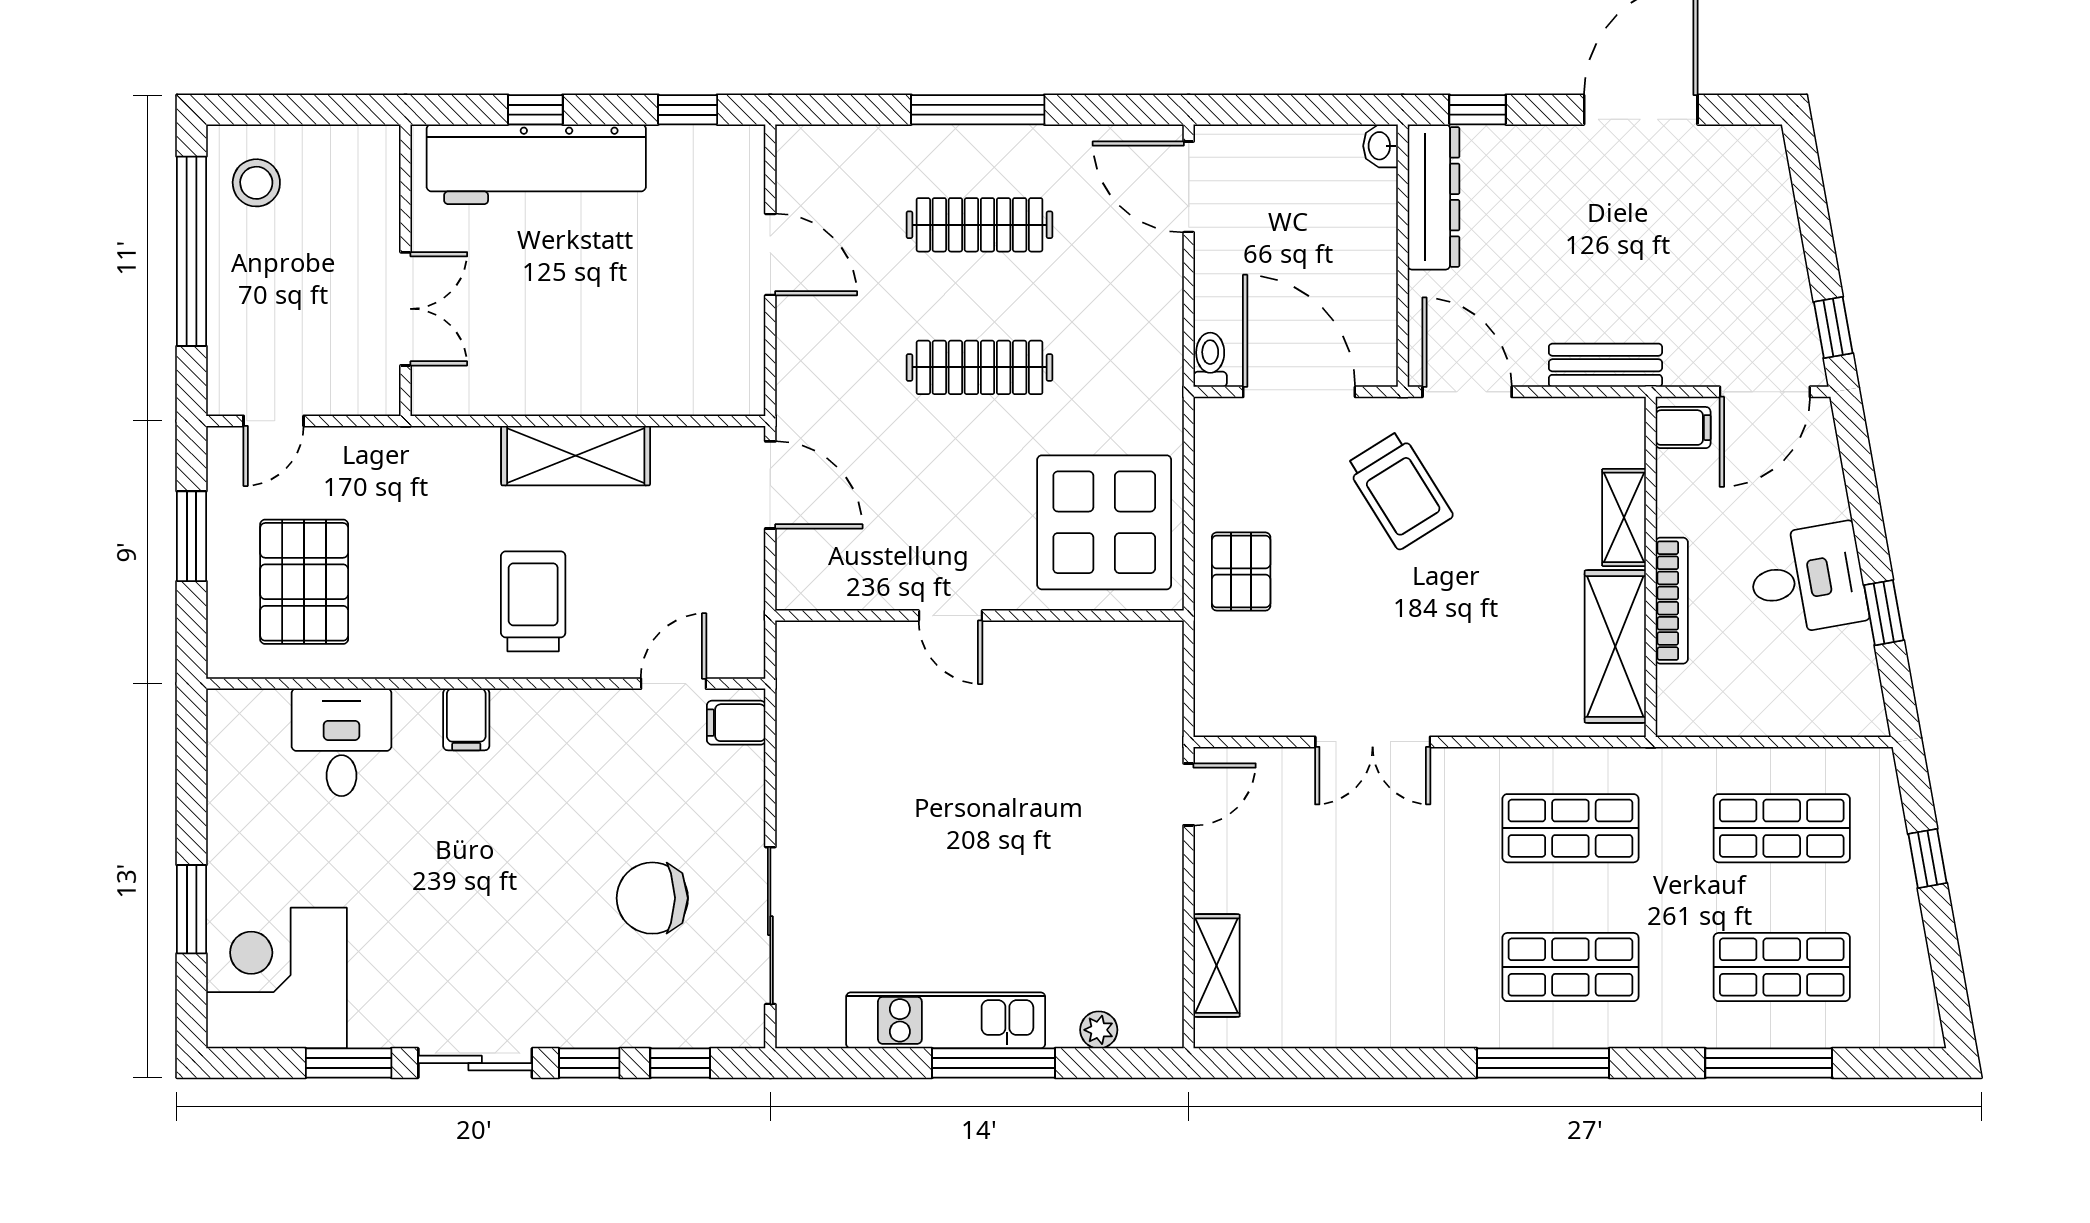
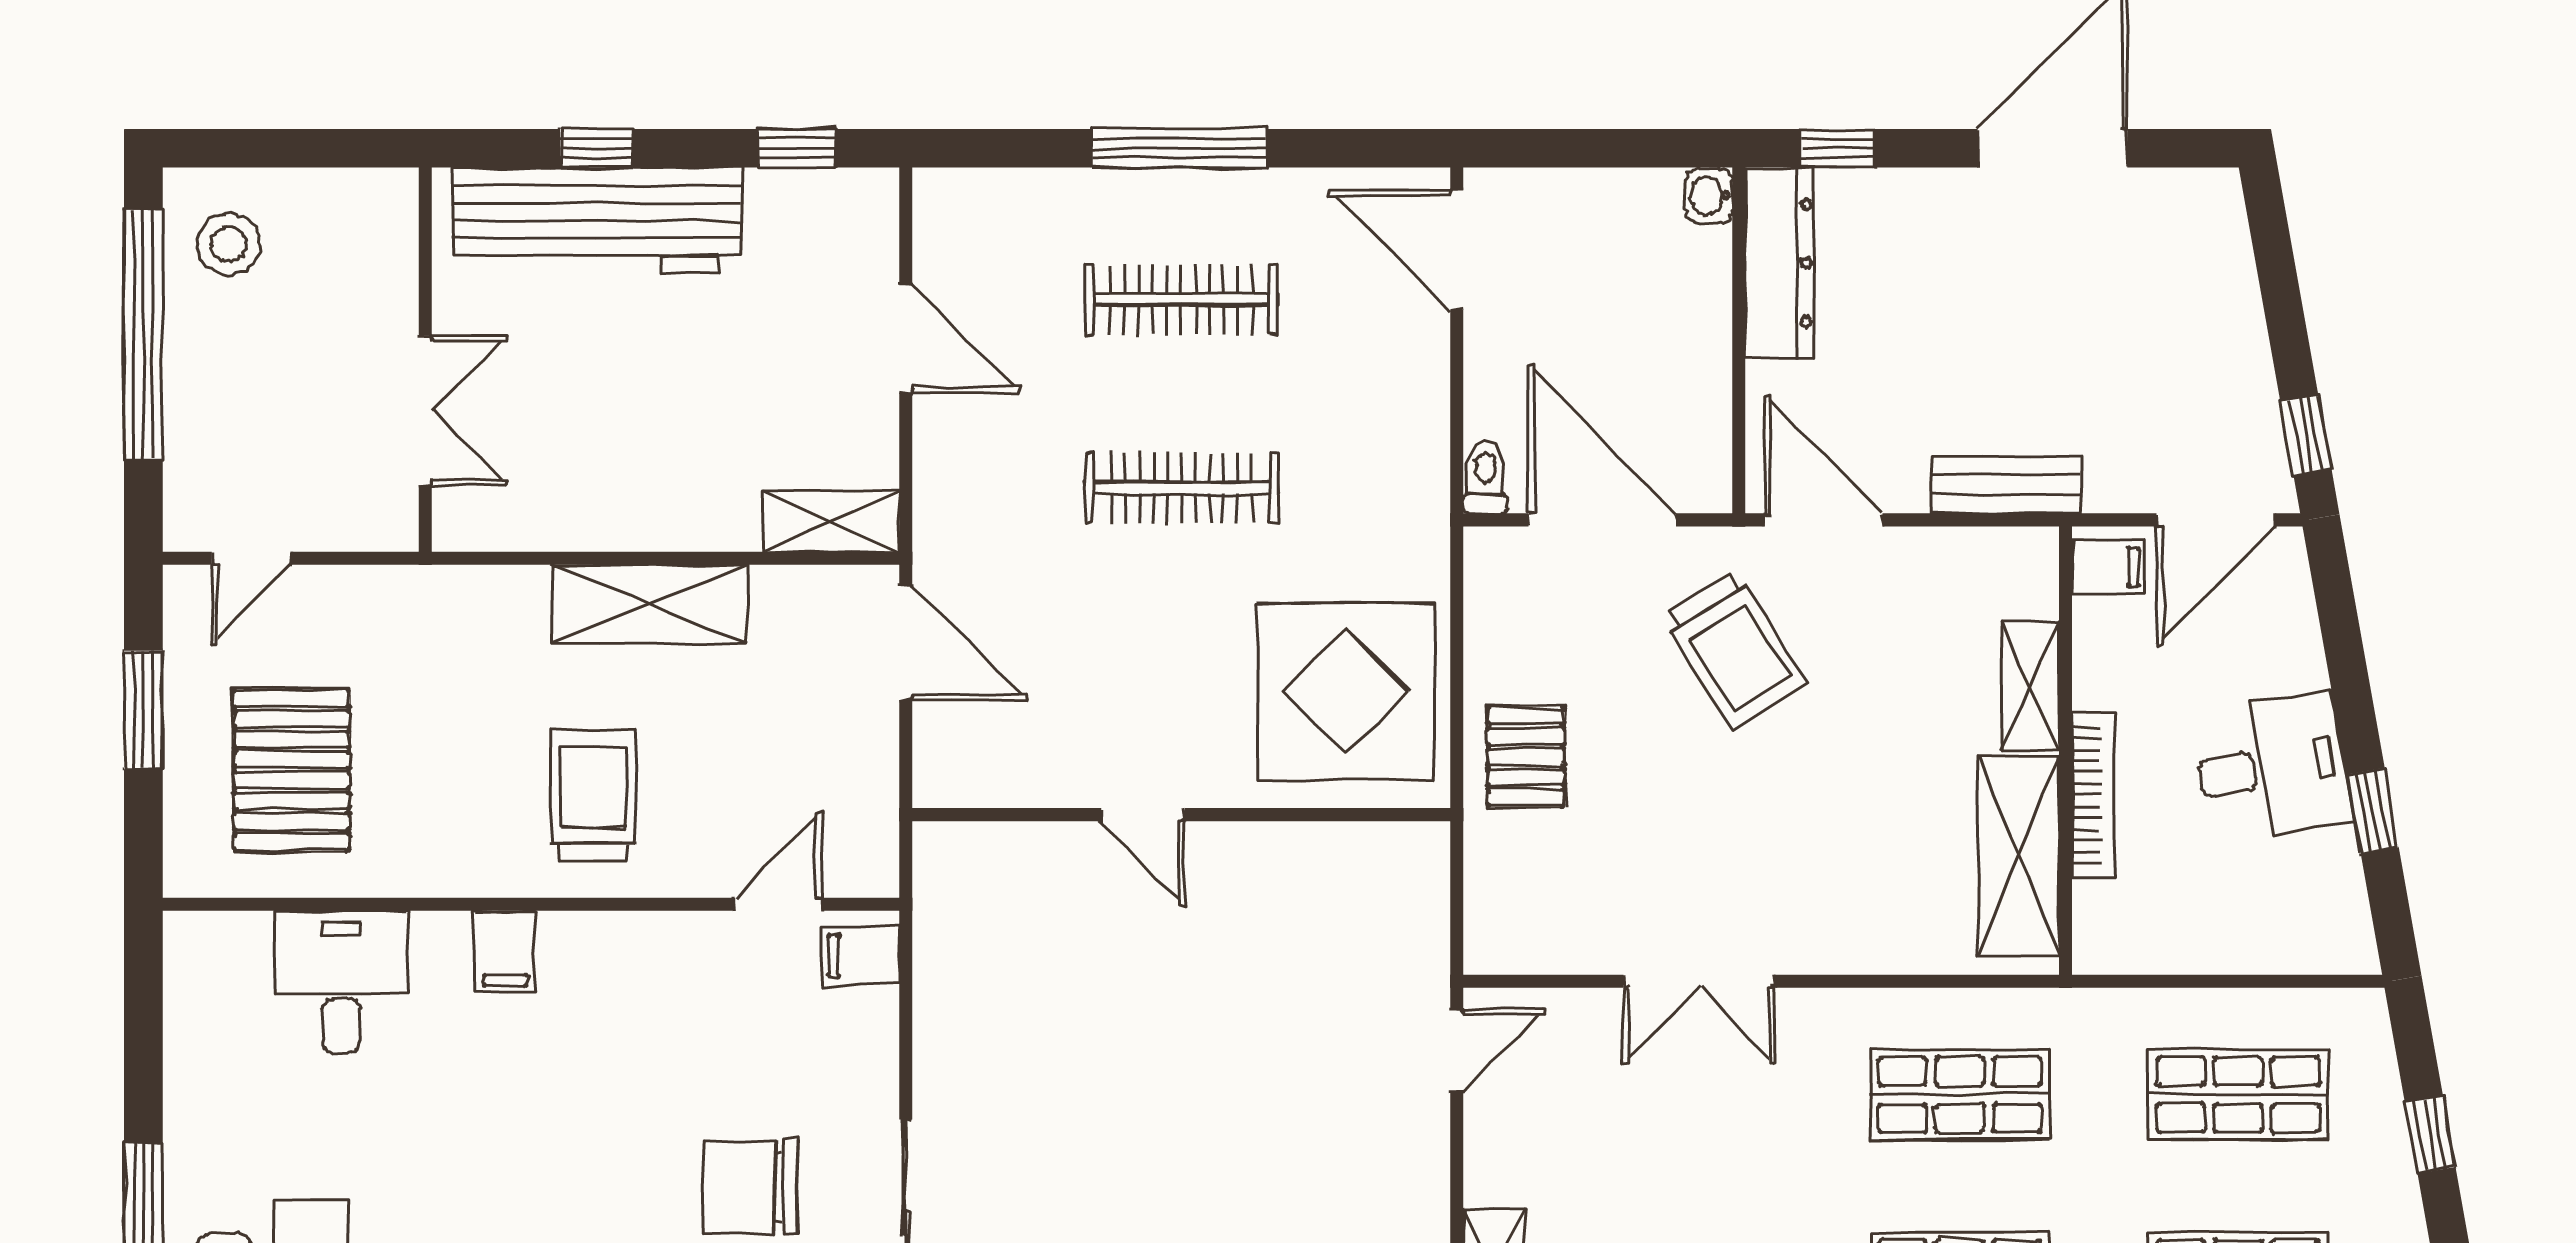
shelving: (714, 393) -> (831, 521), added

